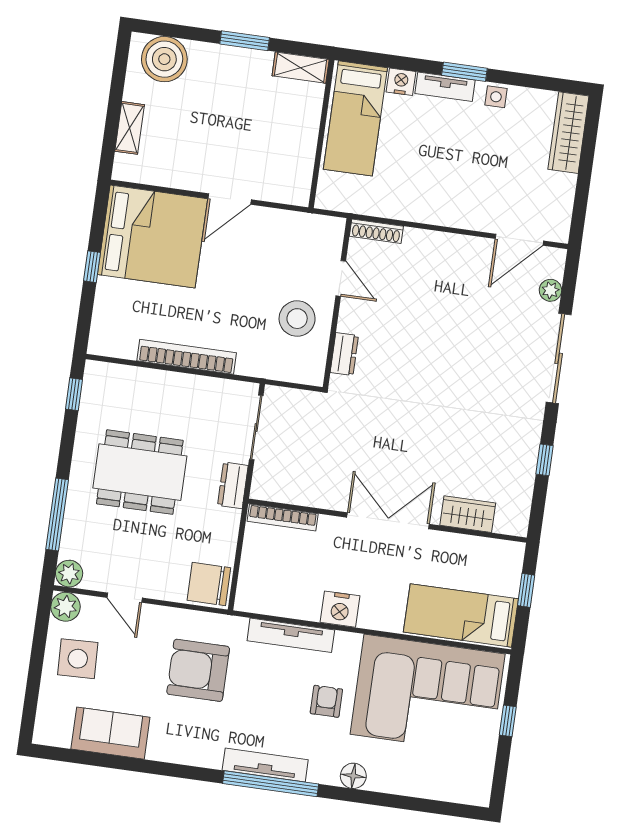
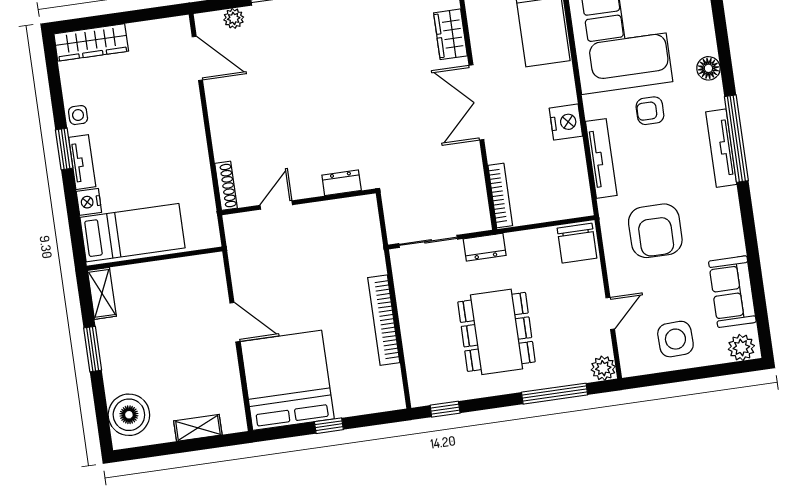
stool: (297, 319) -> (322, 233), removed
plant: (66, 607) -> (741, 347), moved

